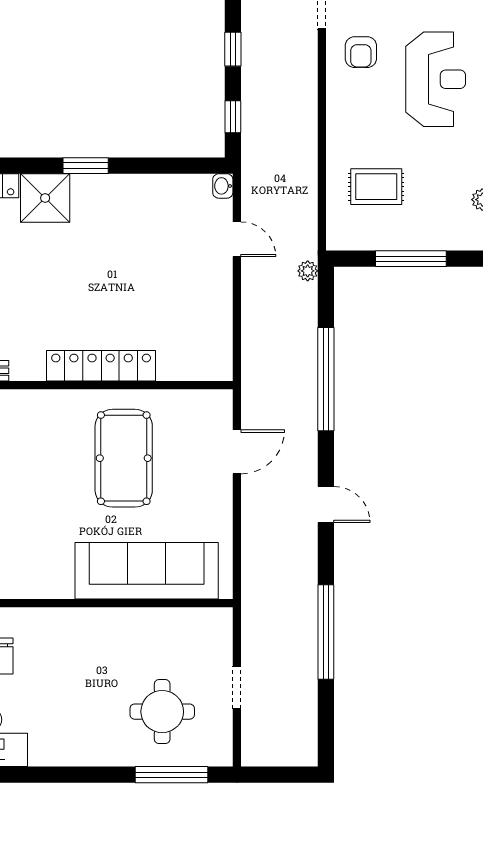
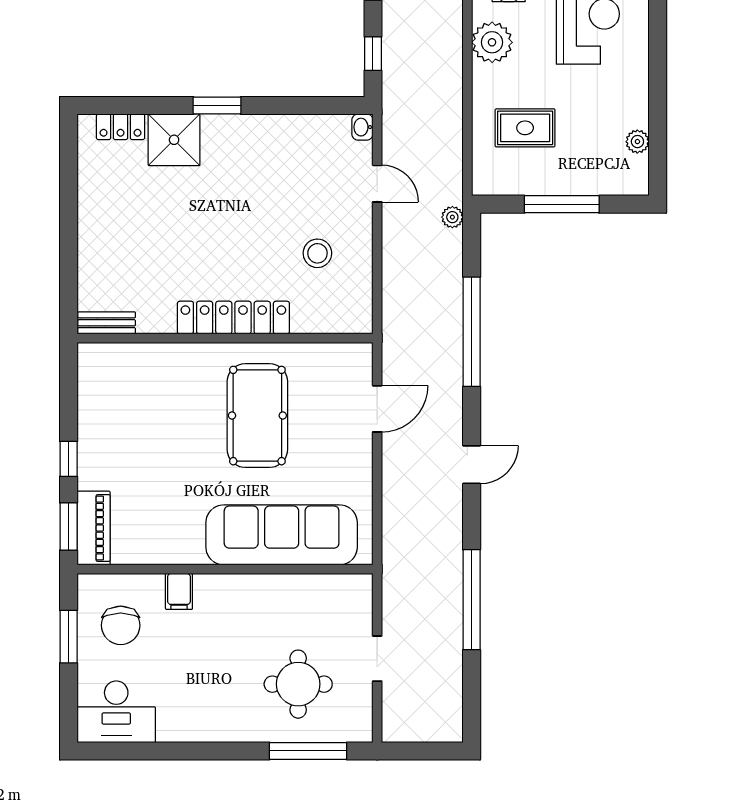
plant: (345, 106) -> (492, 42), added
stool: (180, 305) -> (317, 253), added
door: (326, 505) -> (472, 465), hinge flipped
filing cabinet: (50, 624) -> (179, 591), added

